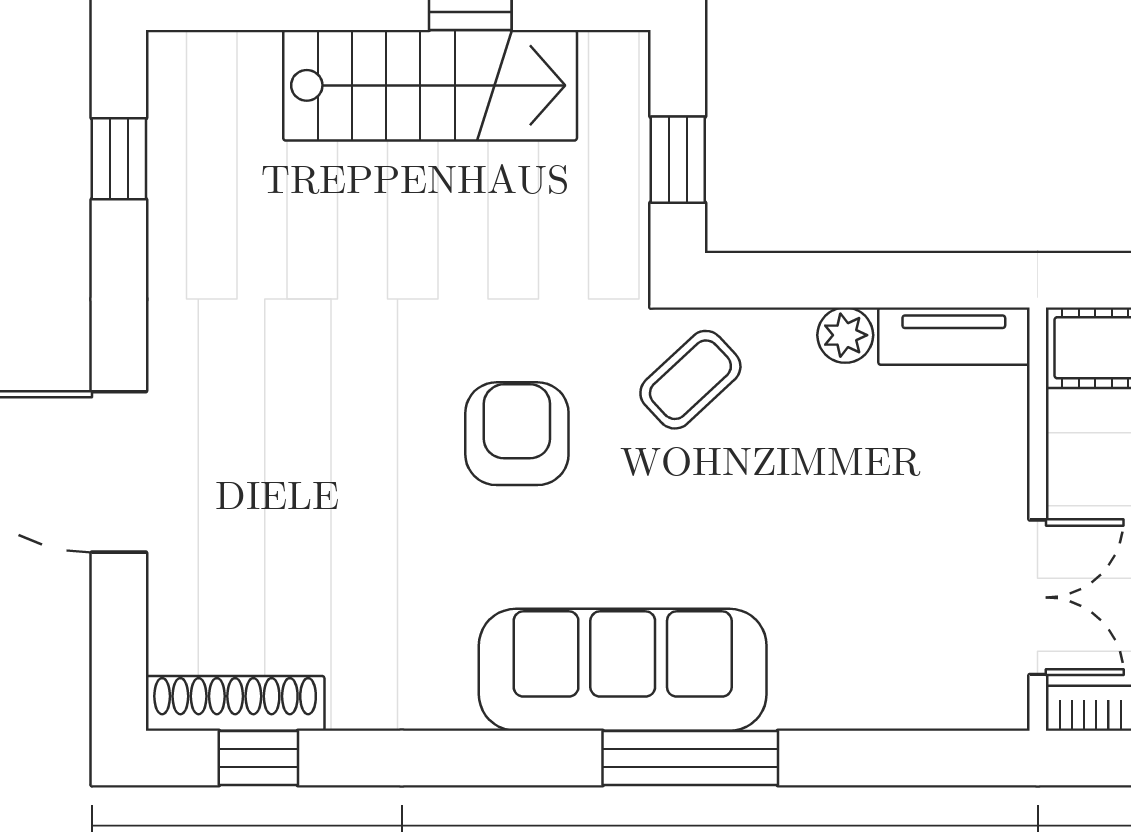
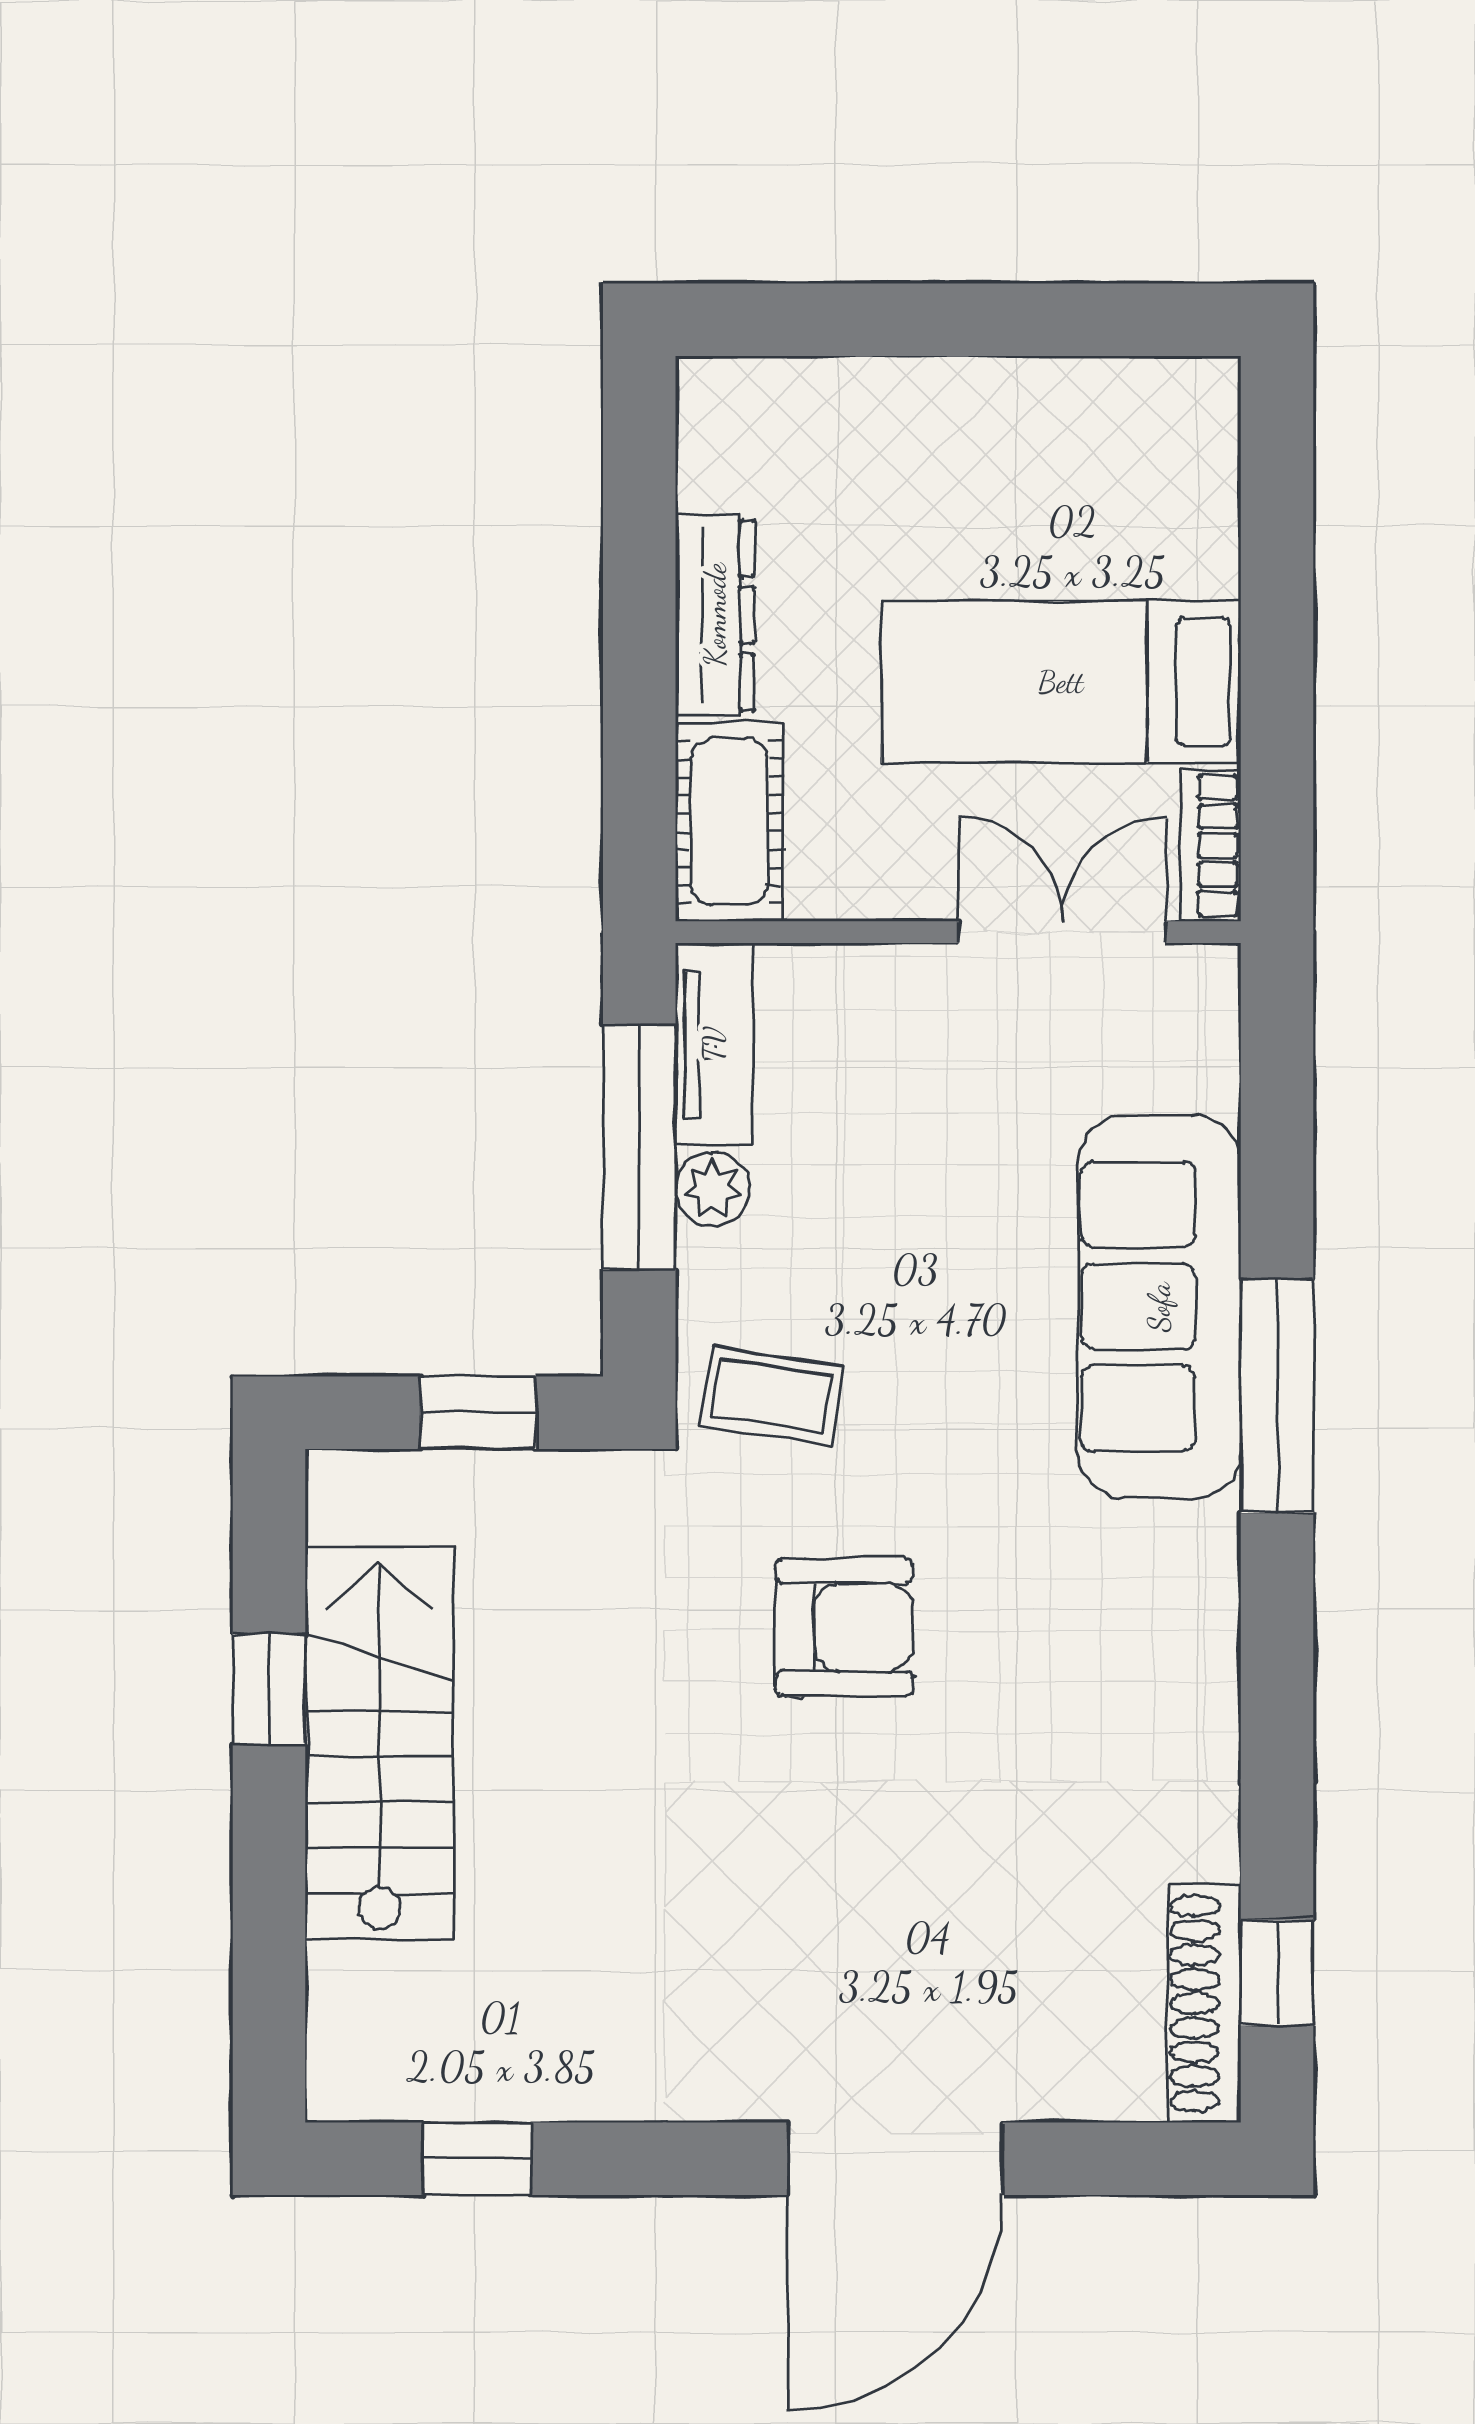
window: (876, 280) -> (639, 1147), added
coffee table: (690, 380) -> (772, 1396), turned -38
armchair: (517, 434) -> (844, 1627), turned 180
sofa: (623, 670) -> (1159, 1307), moved

